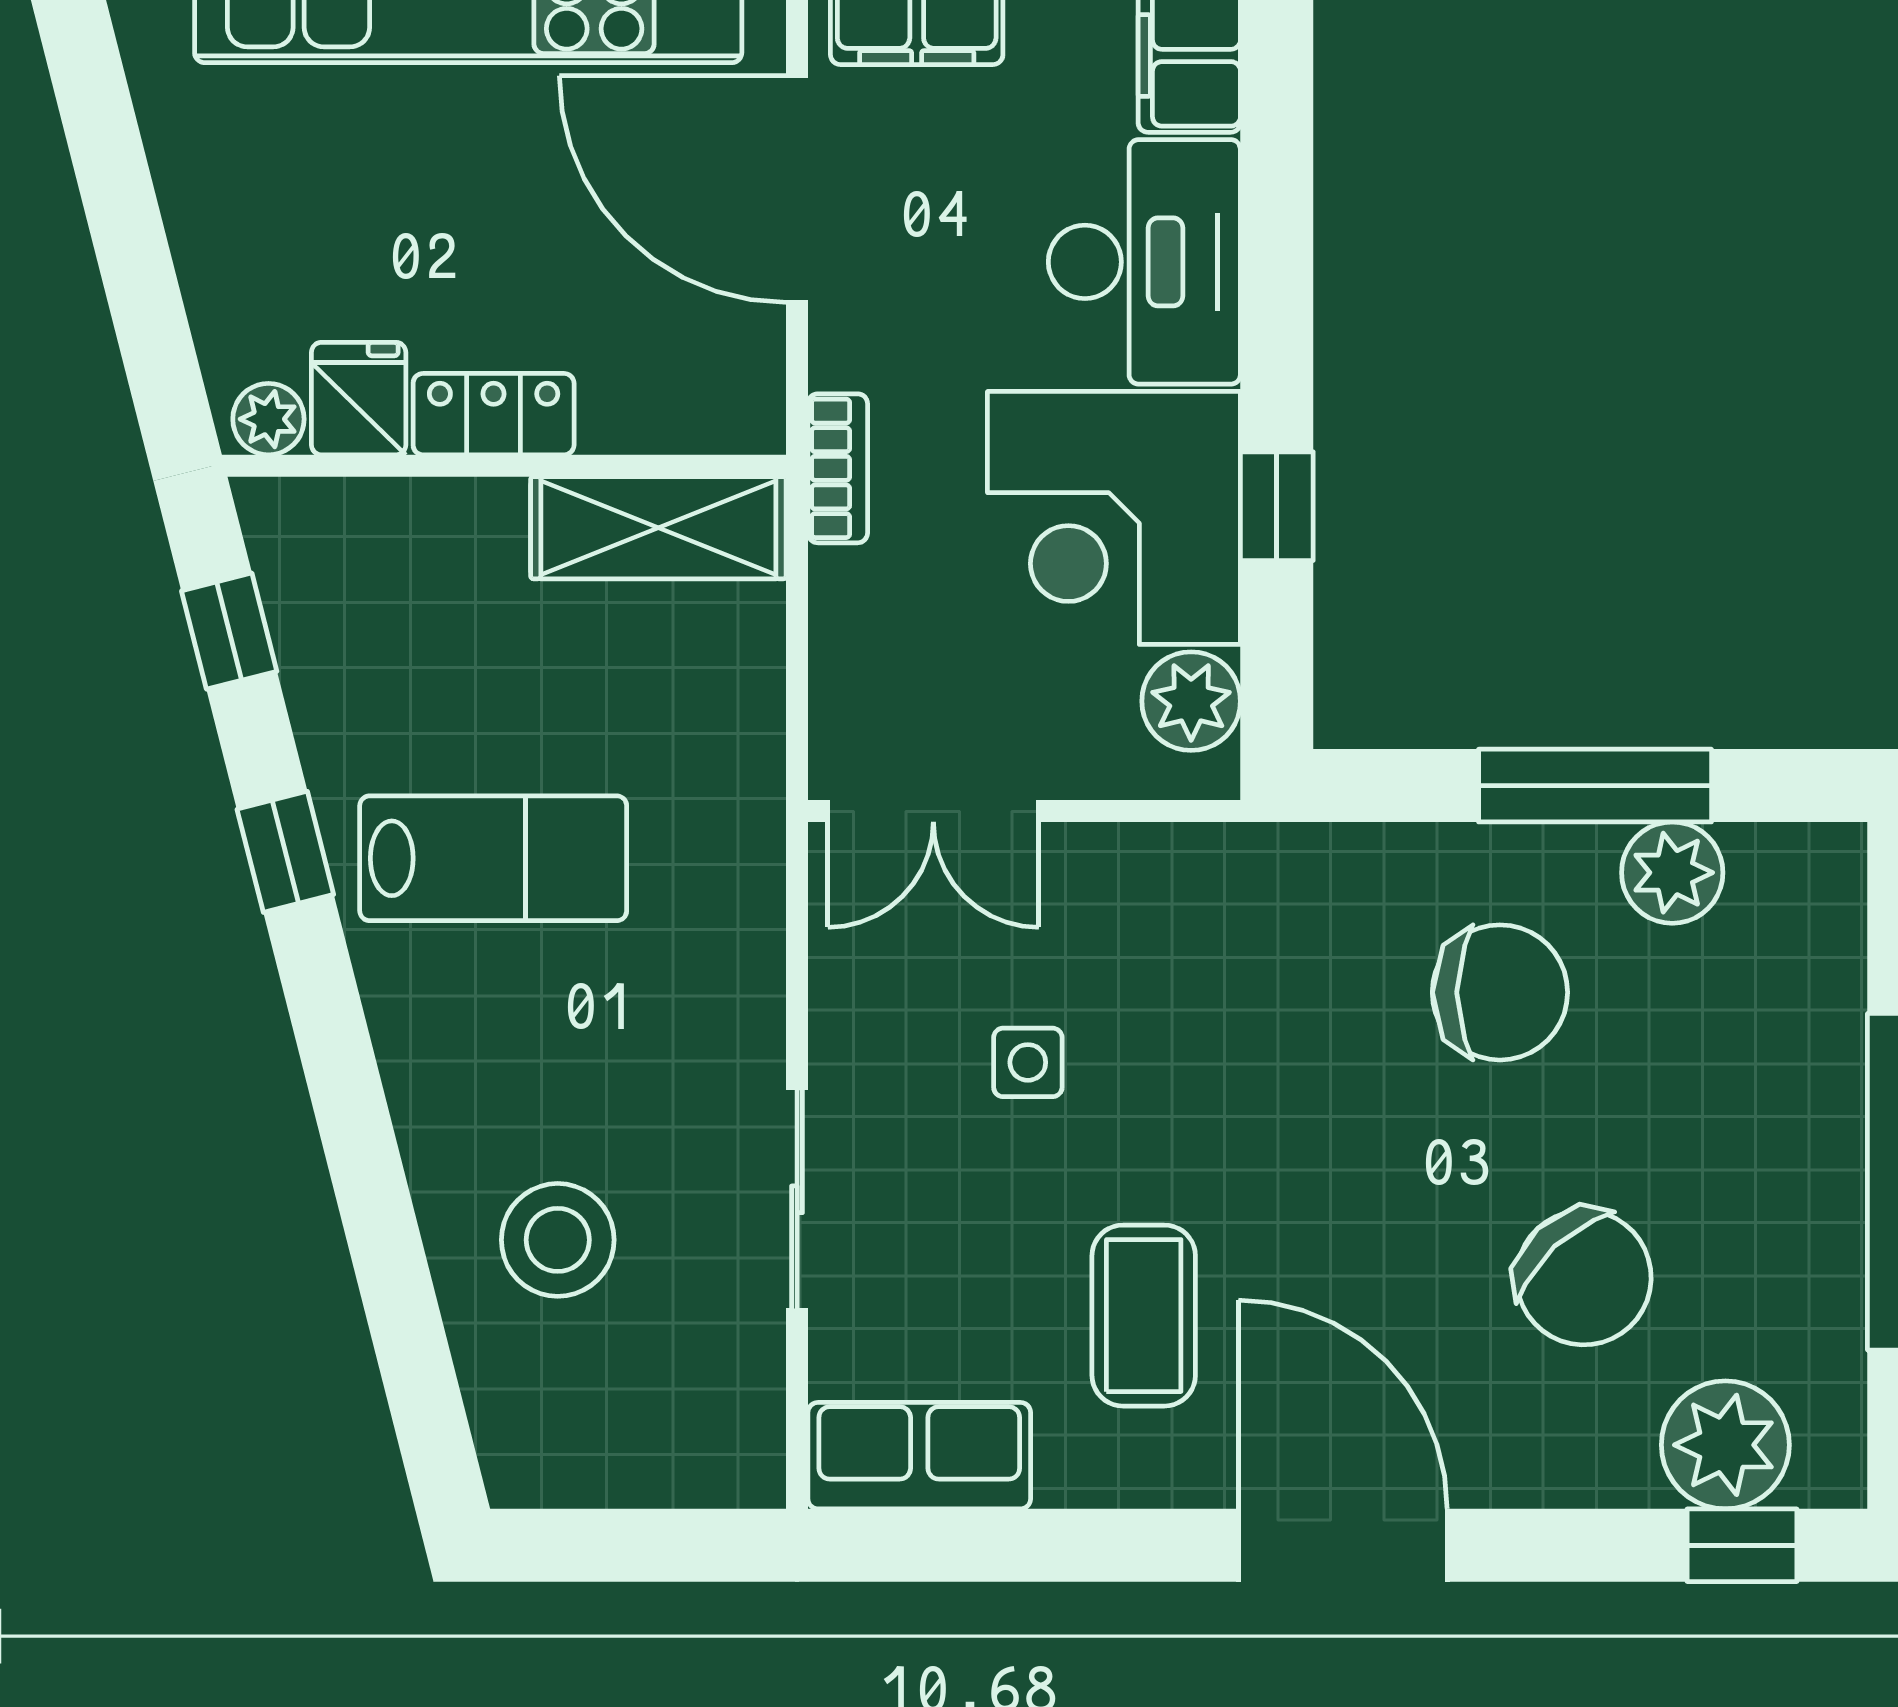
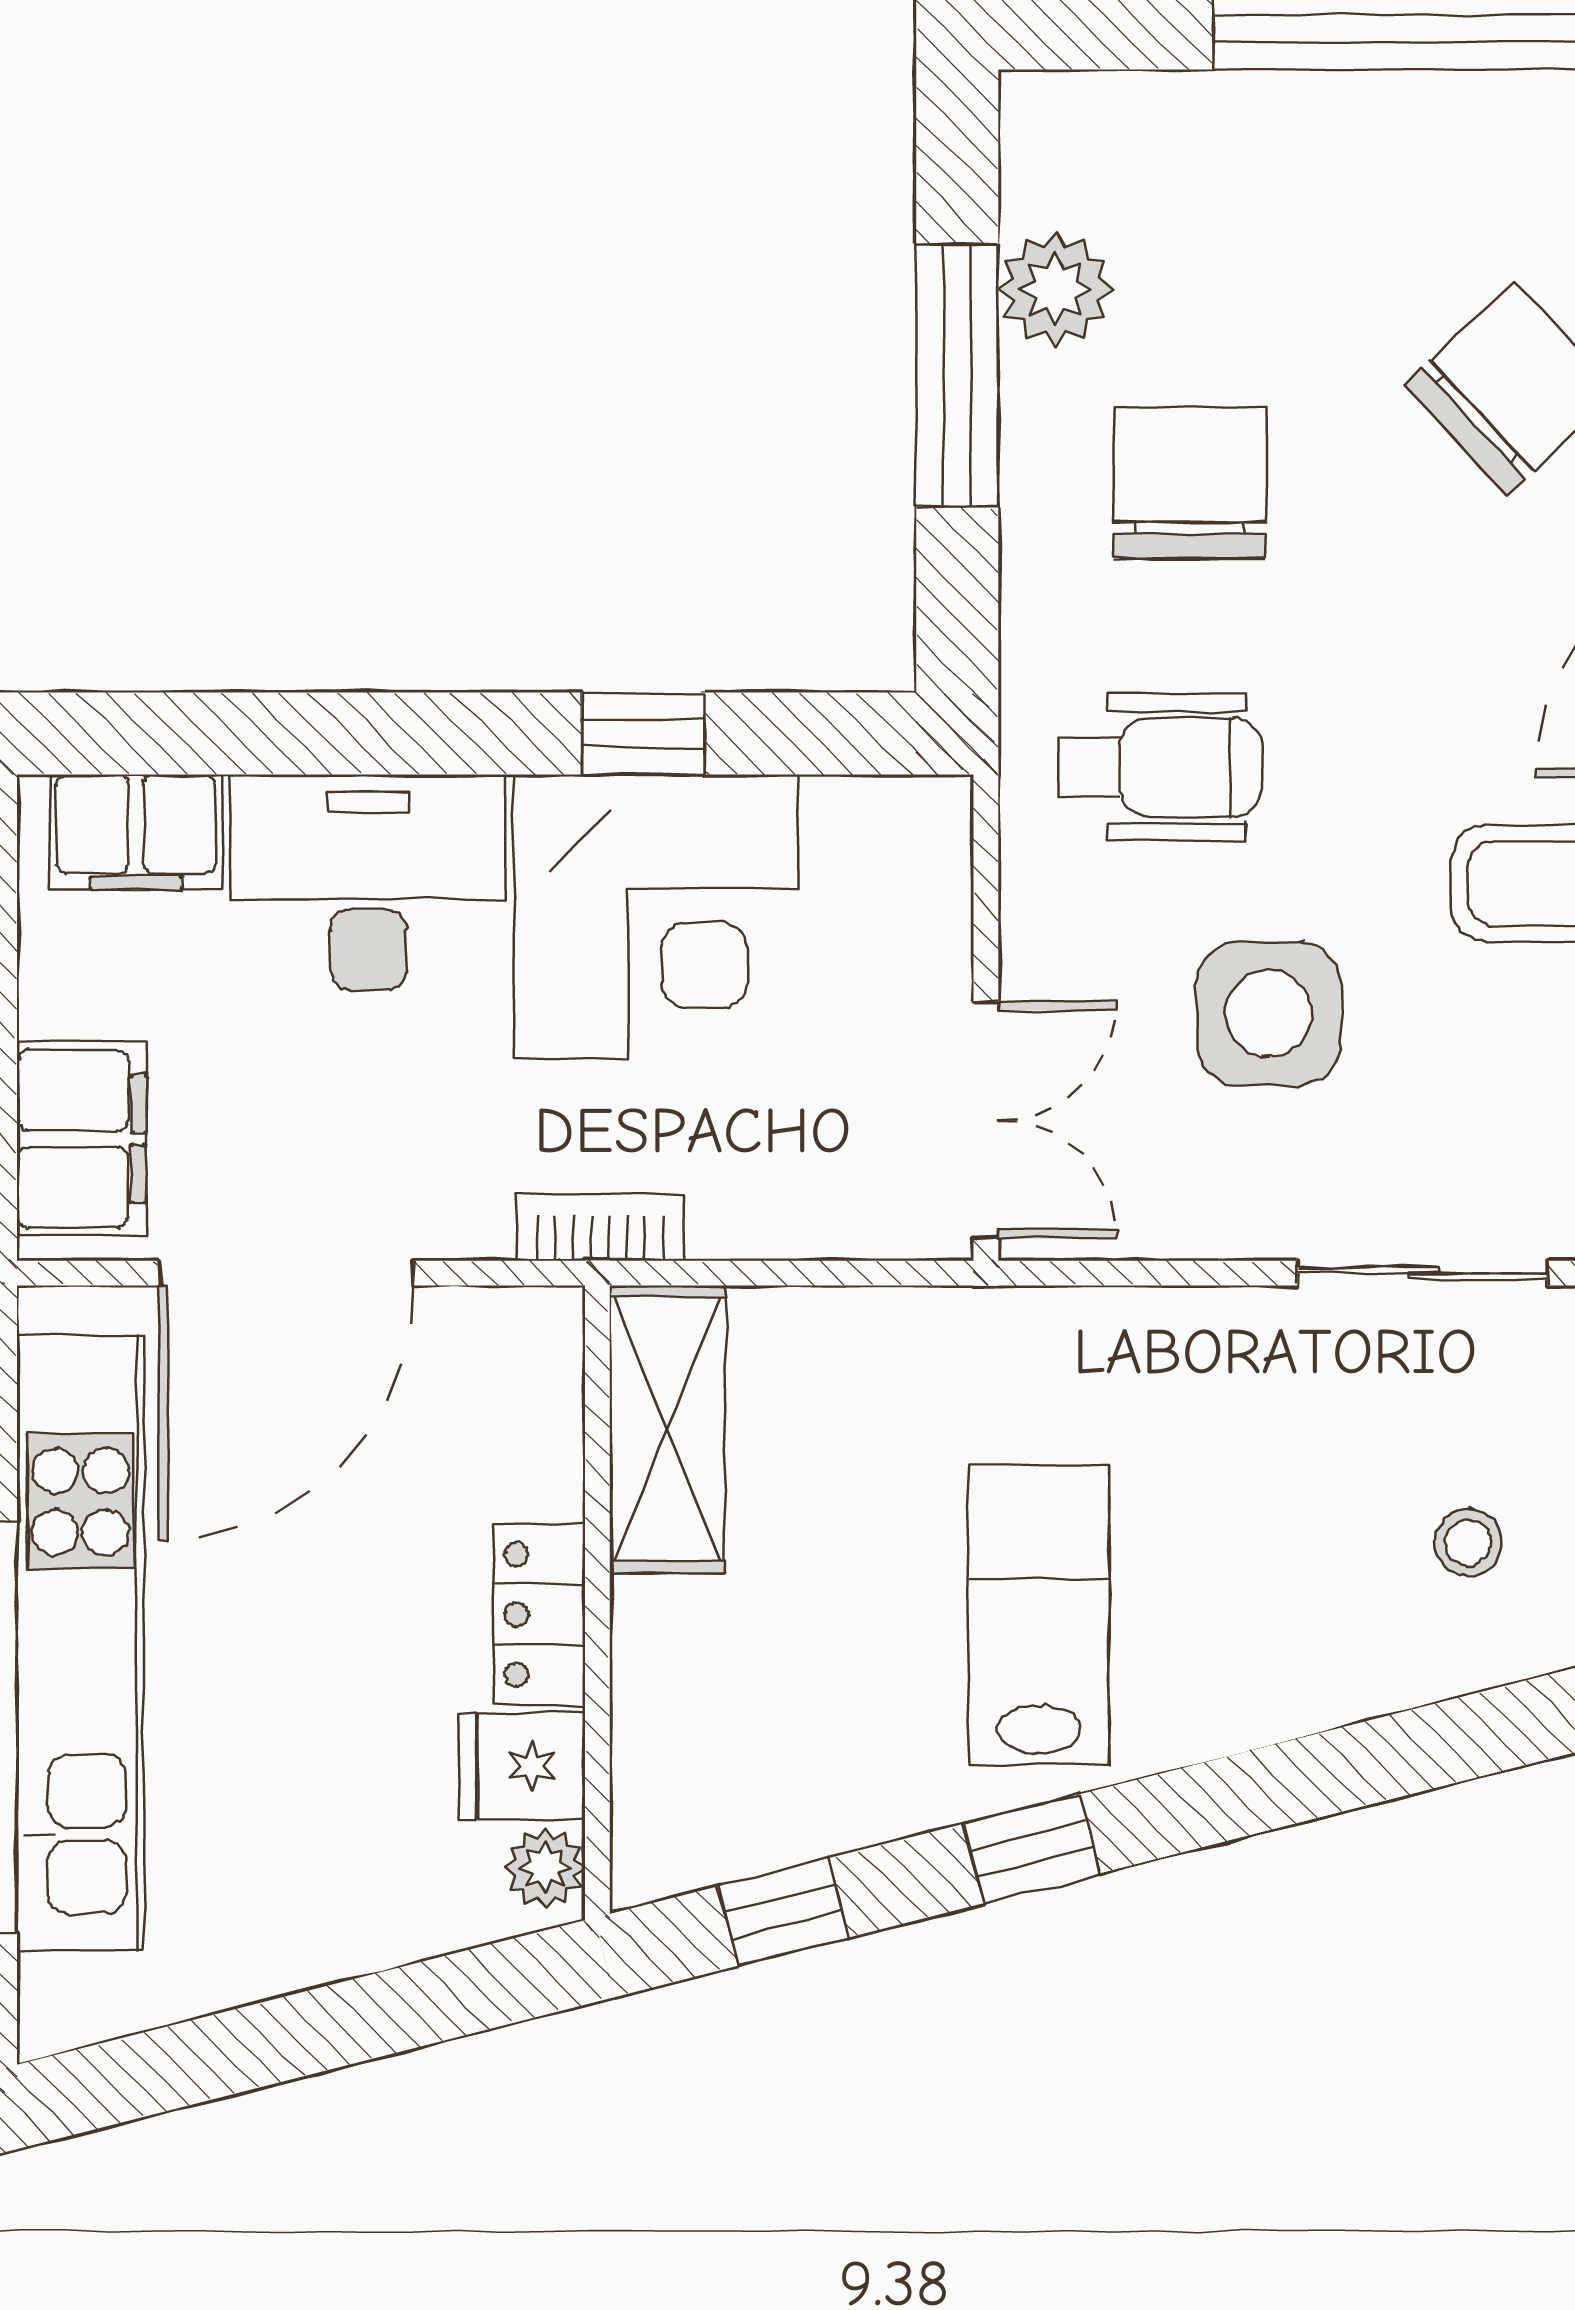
plant: (1191, 701) -> (862, 830), removed
wheelchair: (1247, 966) -> (1160, 767), added
side table: (1028, 1062) -> (1269, 1014), width x1.87, depth x1.87
stool: (558, 1240) -> (1468, 1542), width x0.53, depth x0.53

